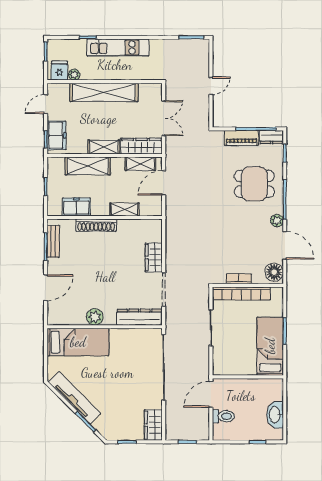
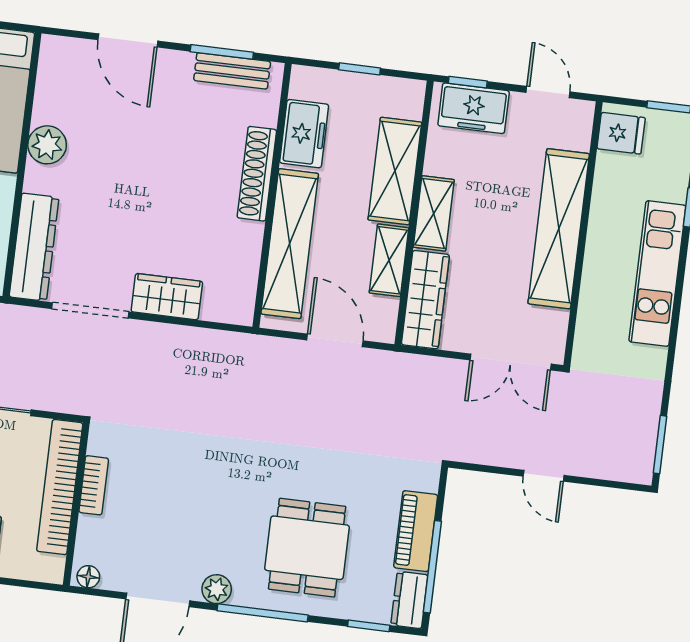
plant: (74, 75) -> (608, 166), removed
double door: (164, 118) -> (511, 362), moved
shelving: (140, 164) -> (389, 260), moved
shelving: (124, 210) -> (290, 244), width x2.20, depth x1.33
floor lamp: (274, 272) -> (88, 577), width x0.53, depth x0.53

